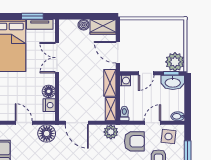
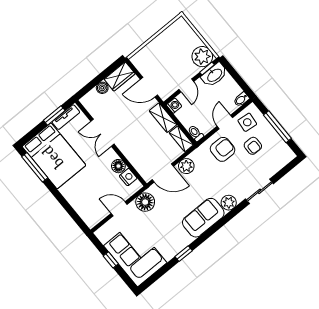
plant: (111, 132) -> (186, 166), moved

